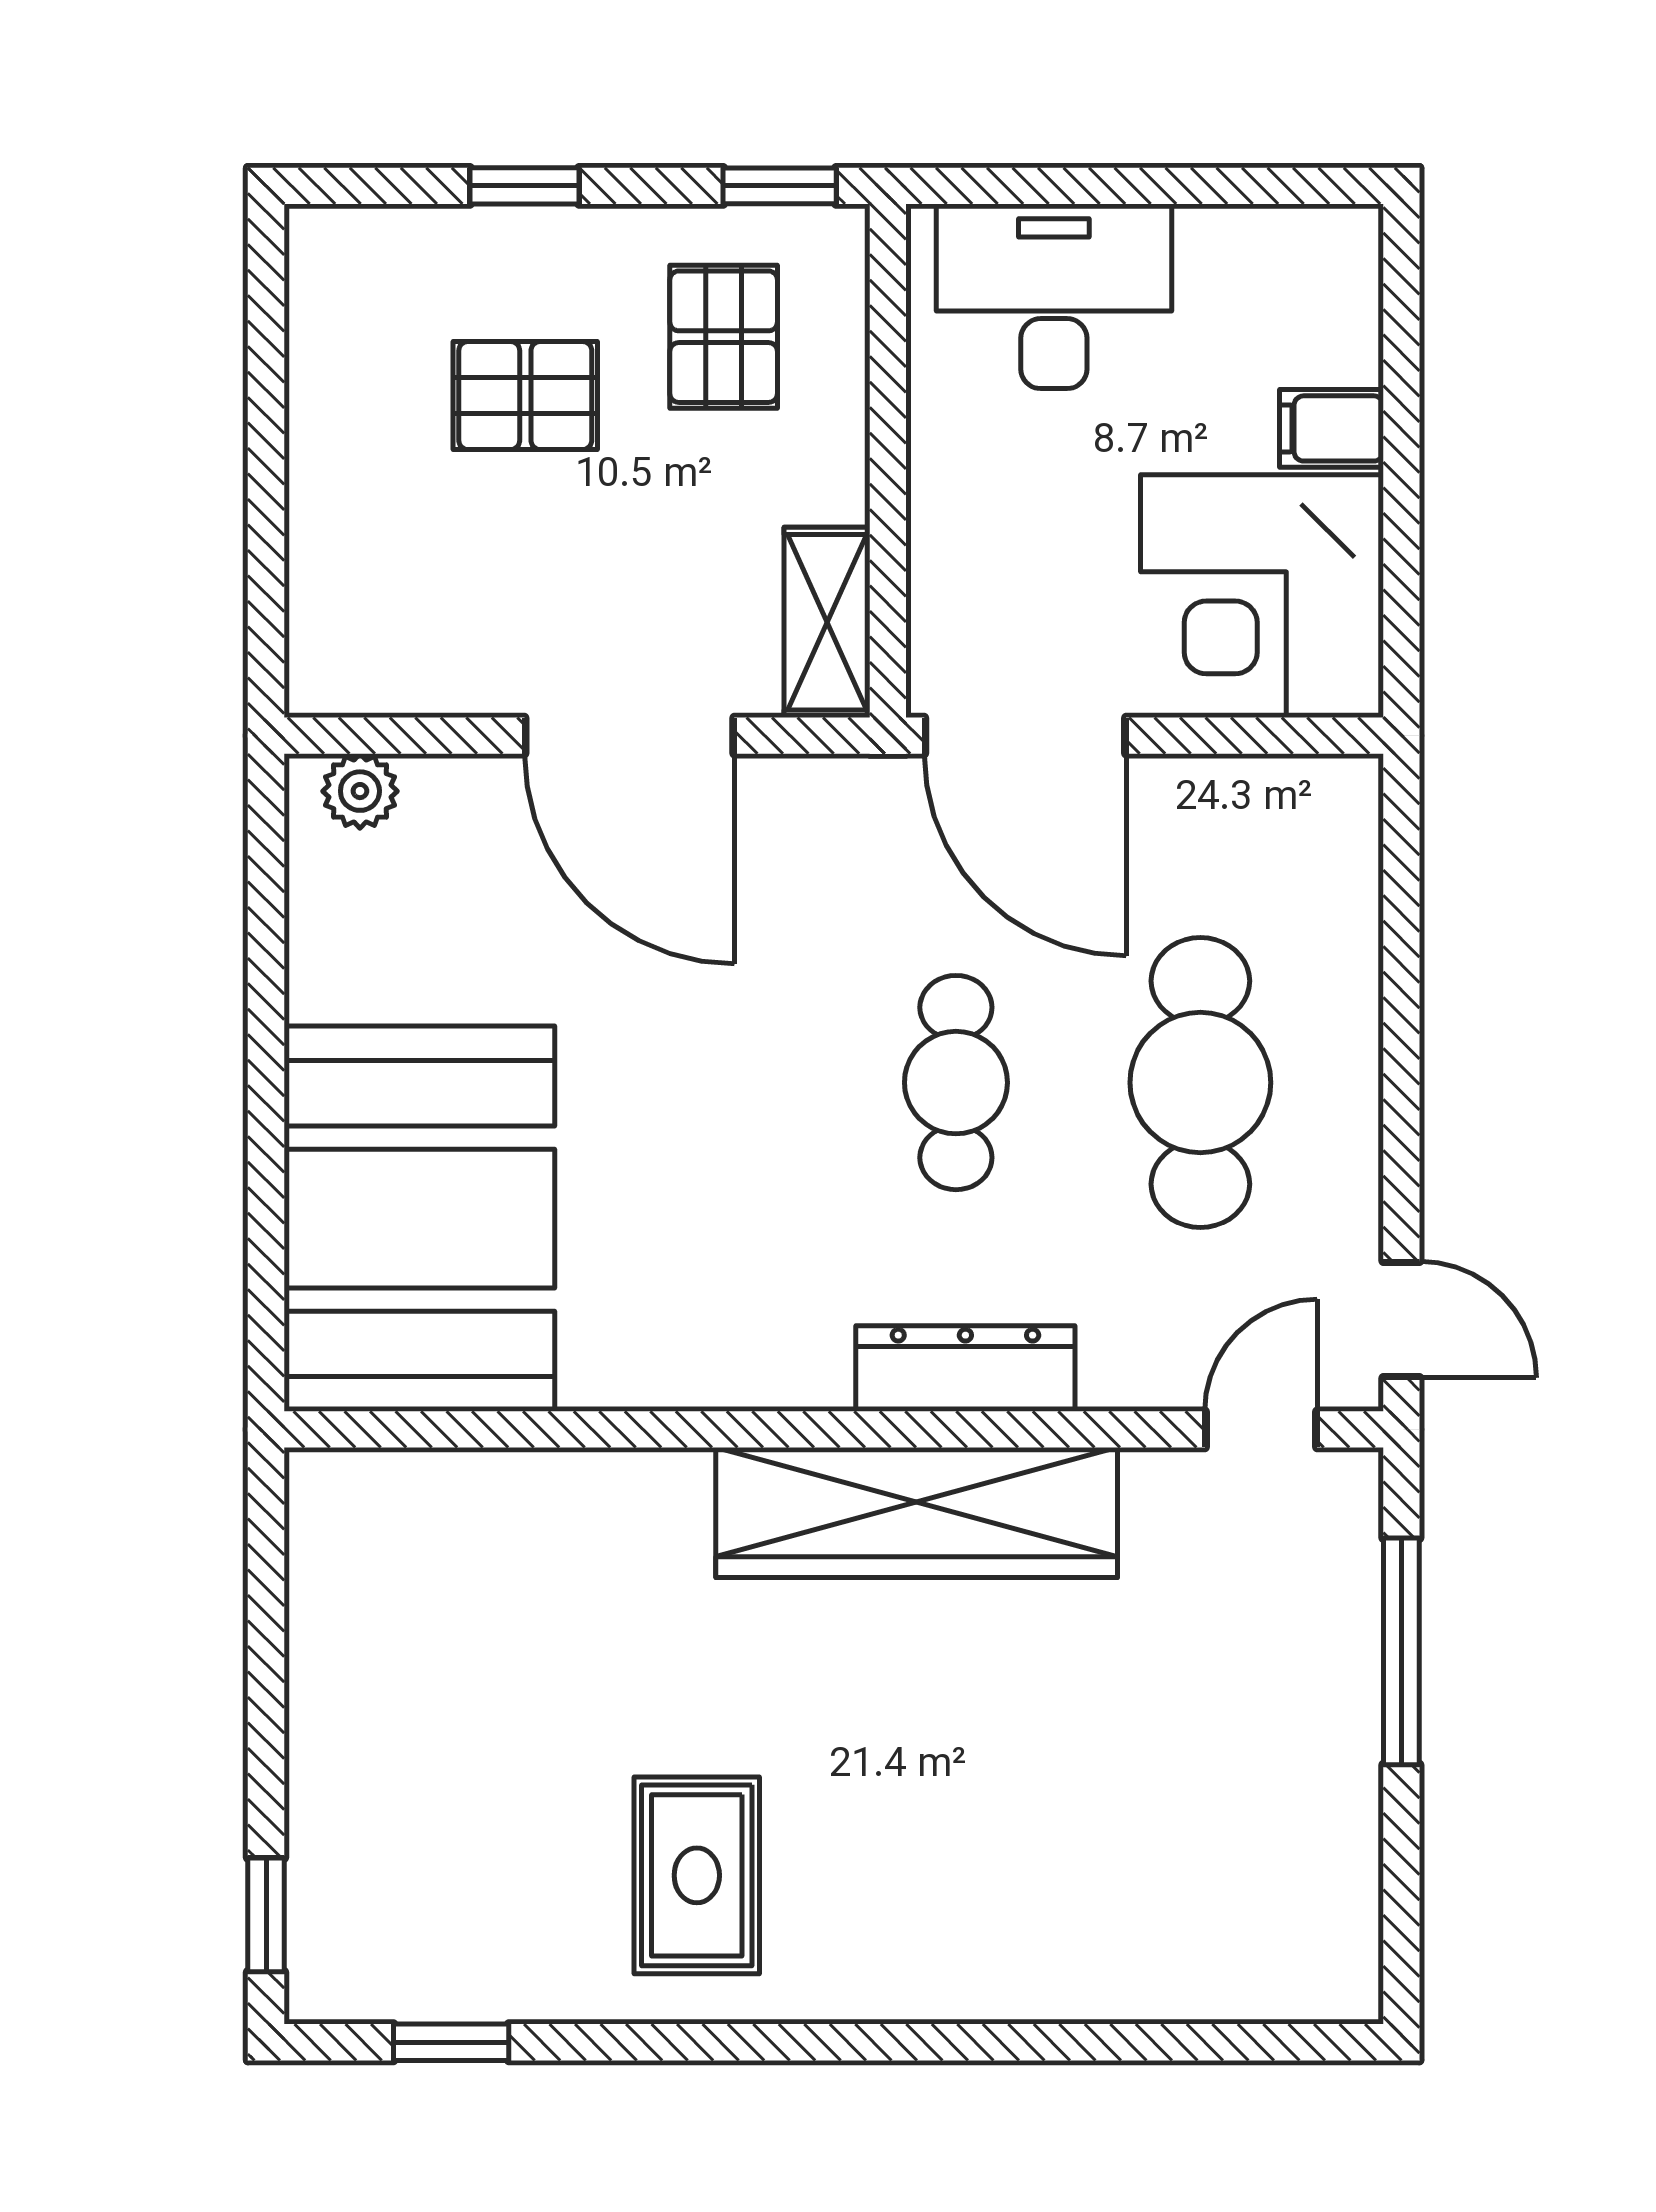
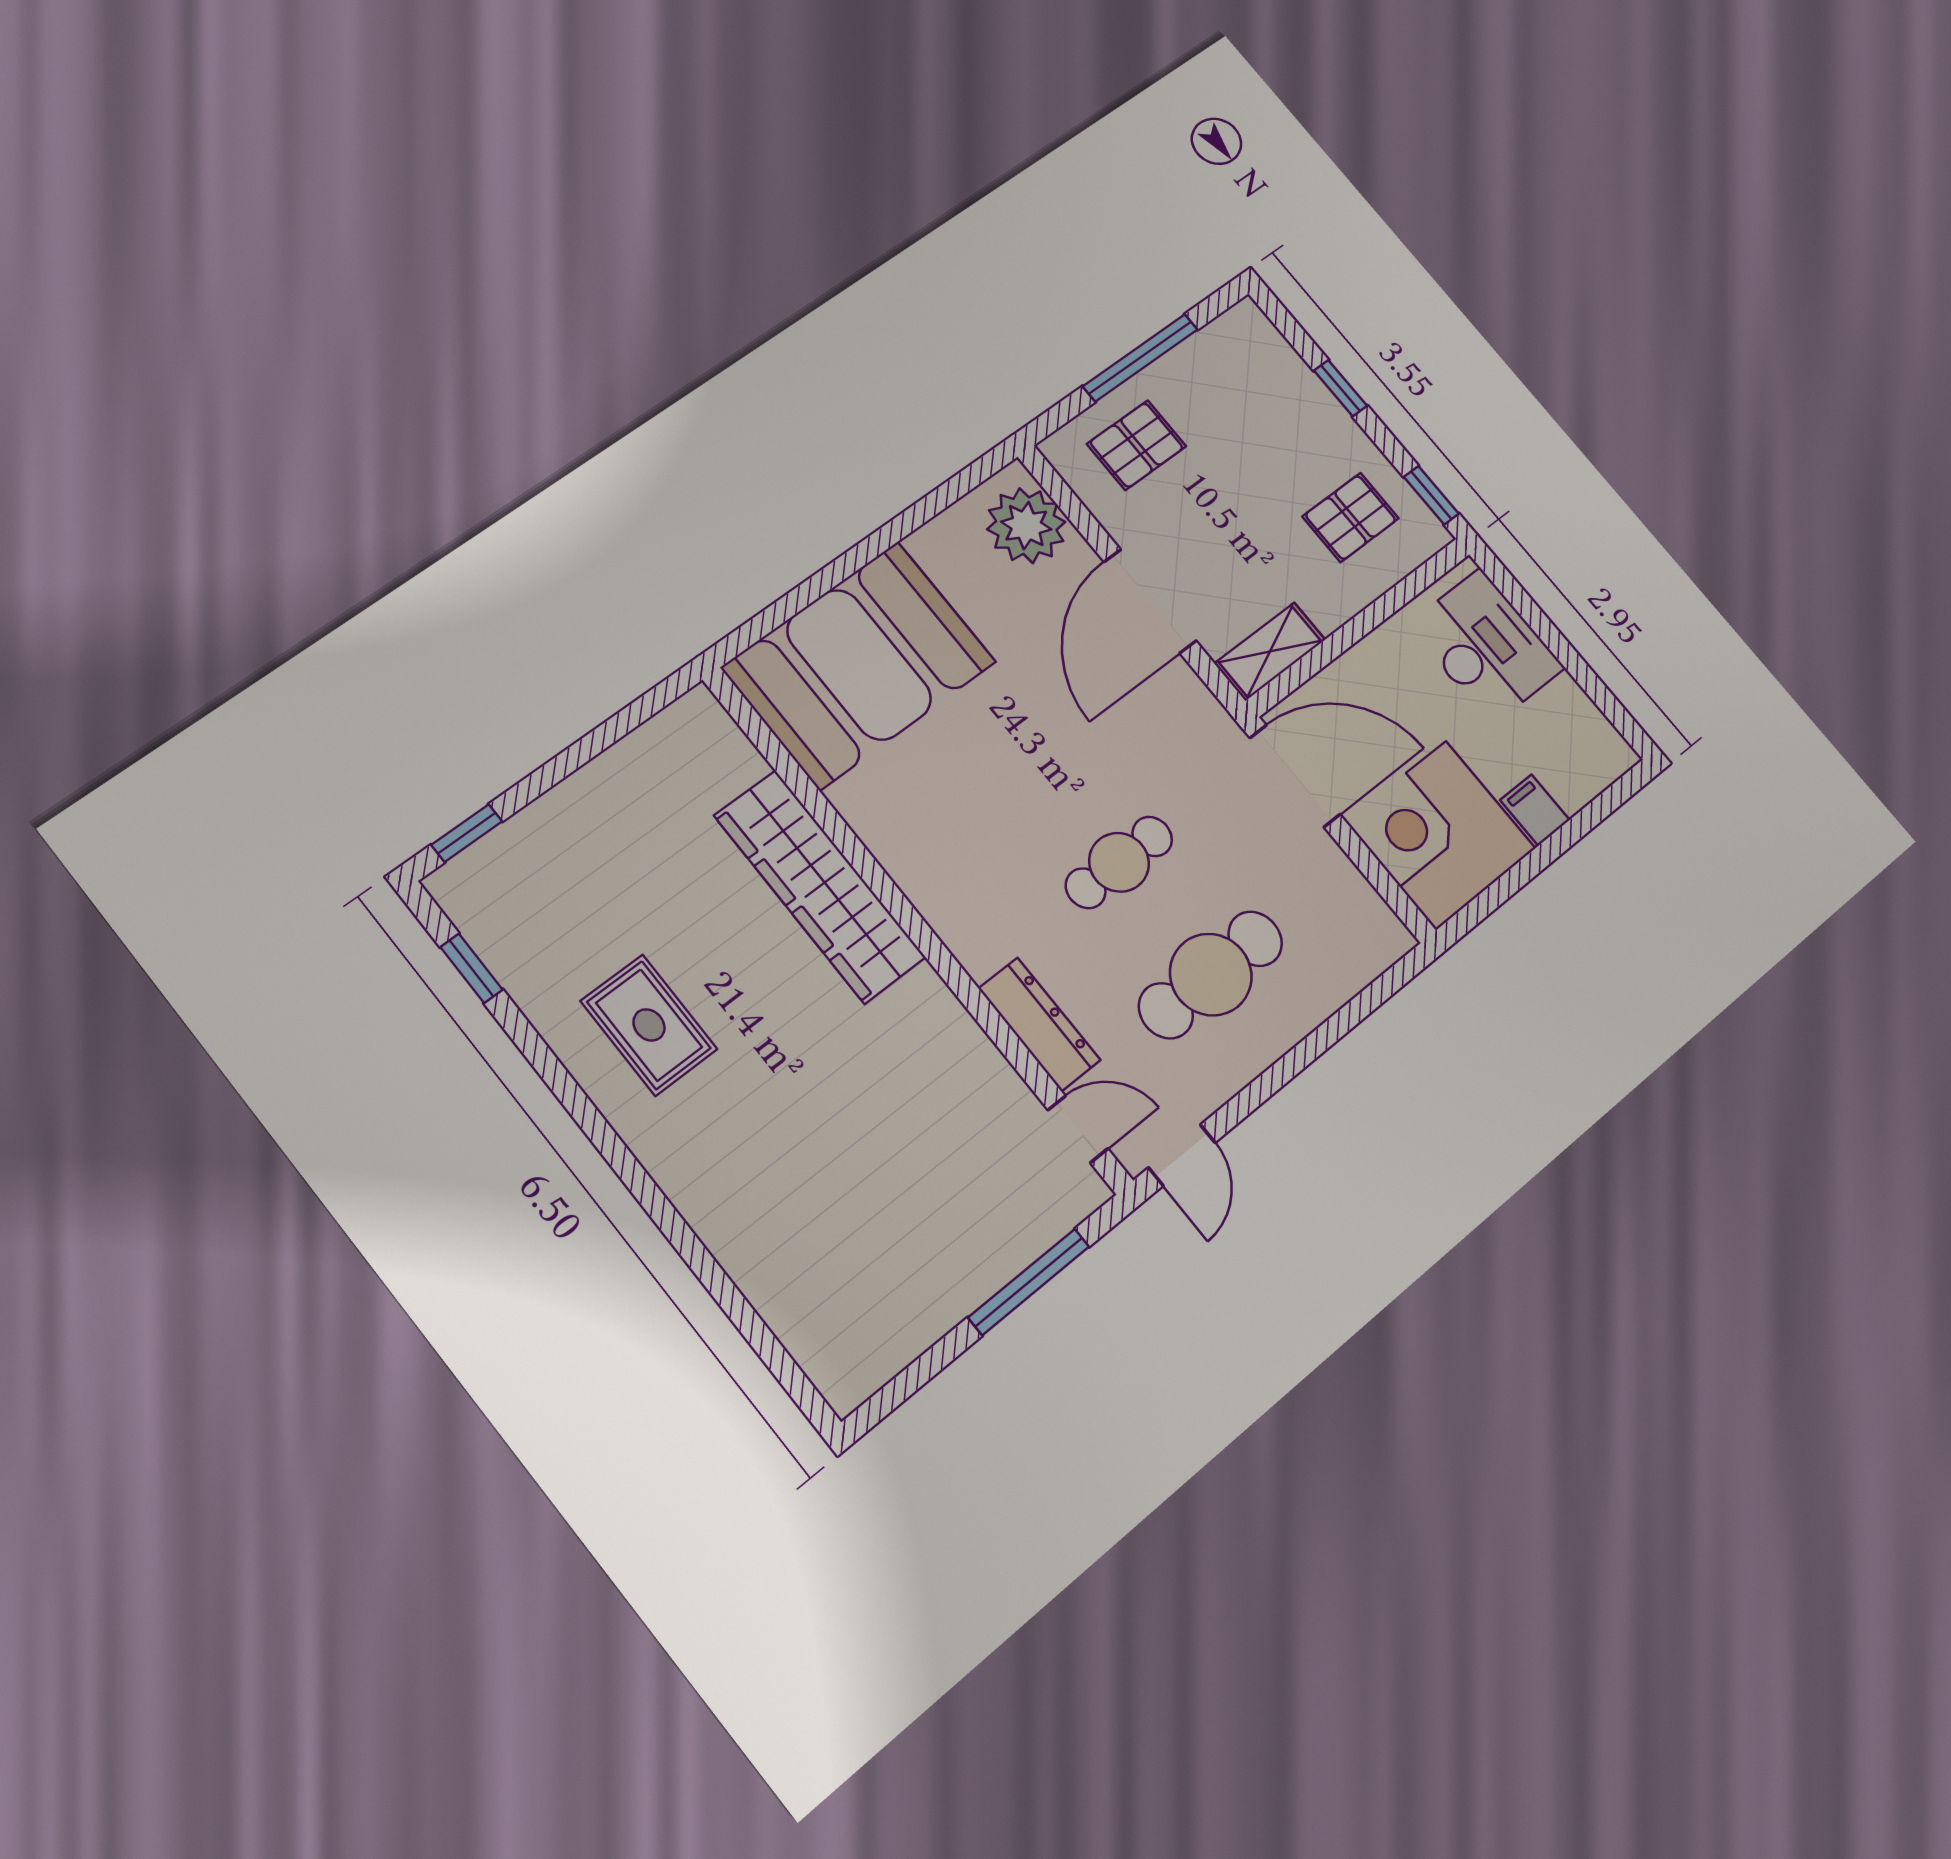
pallet: (525, 396) -> (1137, 445), moved, turned 90
window: (266, 451) -> (1140, 358), added
door: (1025, 736) -> (1295, 776), swing flipped
plant: (360, 791) -> (1026, 526), width x1.87, depth x1.87
dresser: (965, 1369) -> (1039, 1024), moved
wardrobe: (917, 1513) -> (820, 886), moved
rug: (697, 1875) -> (649, 1025), turned 90

